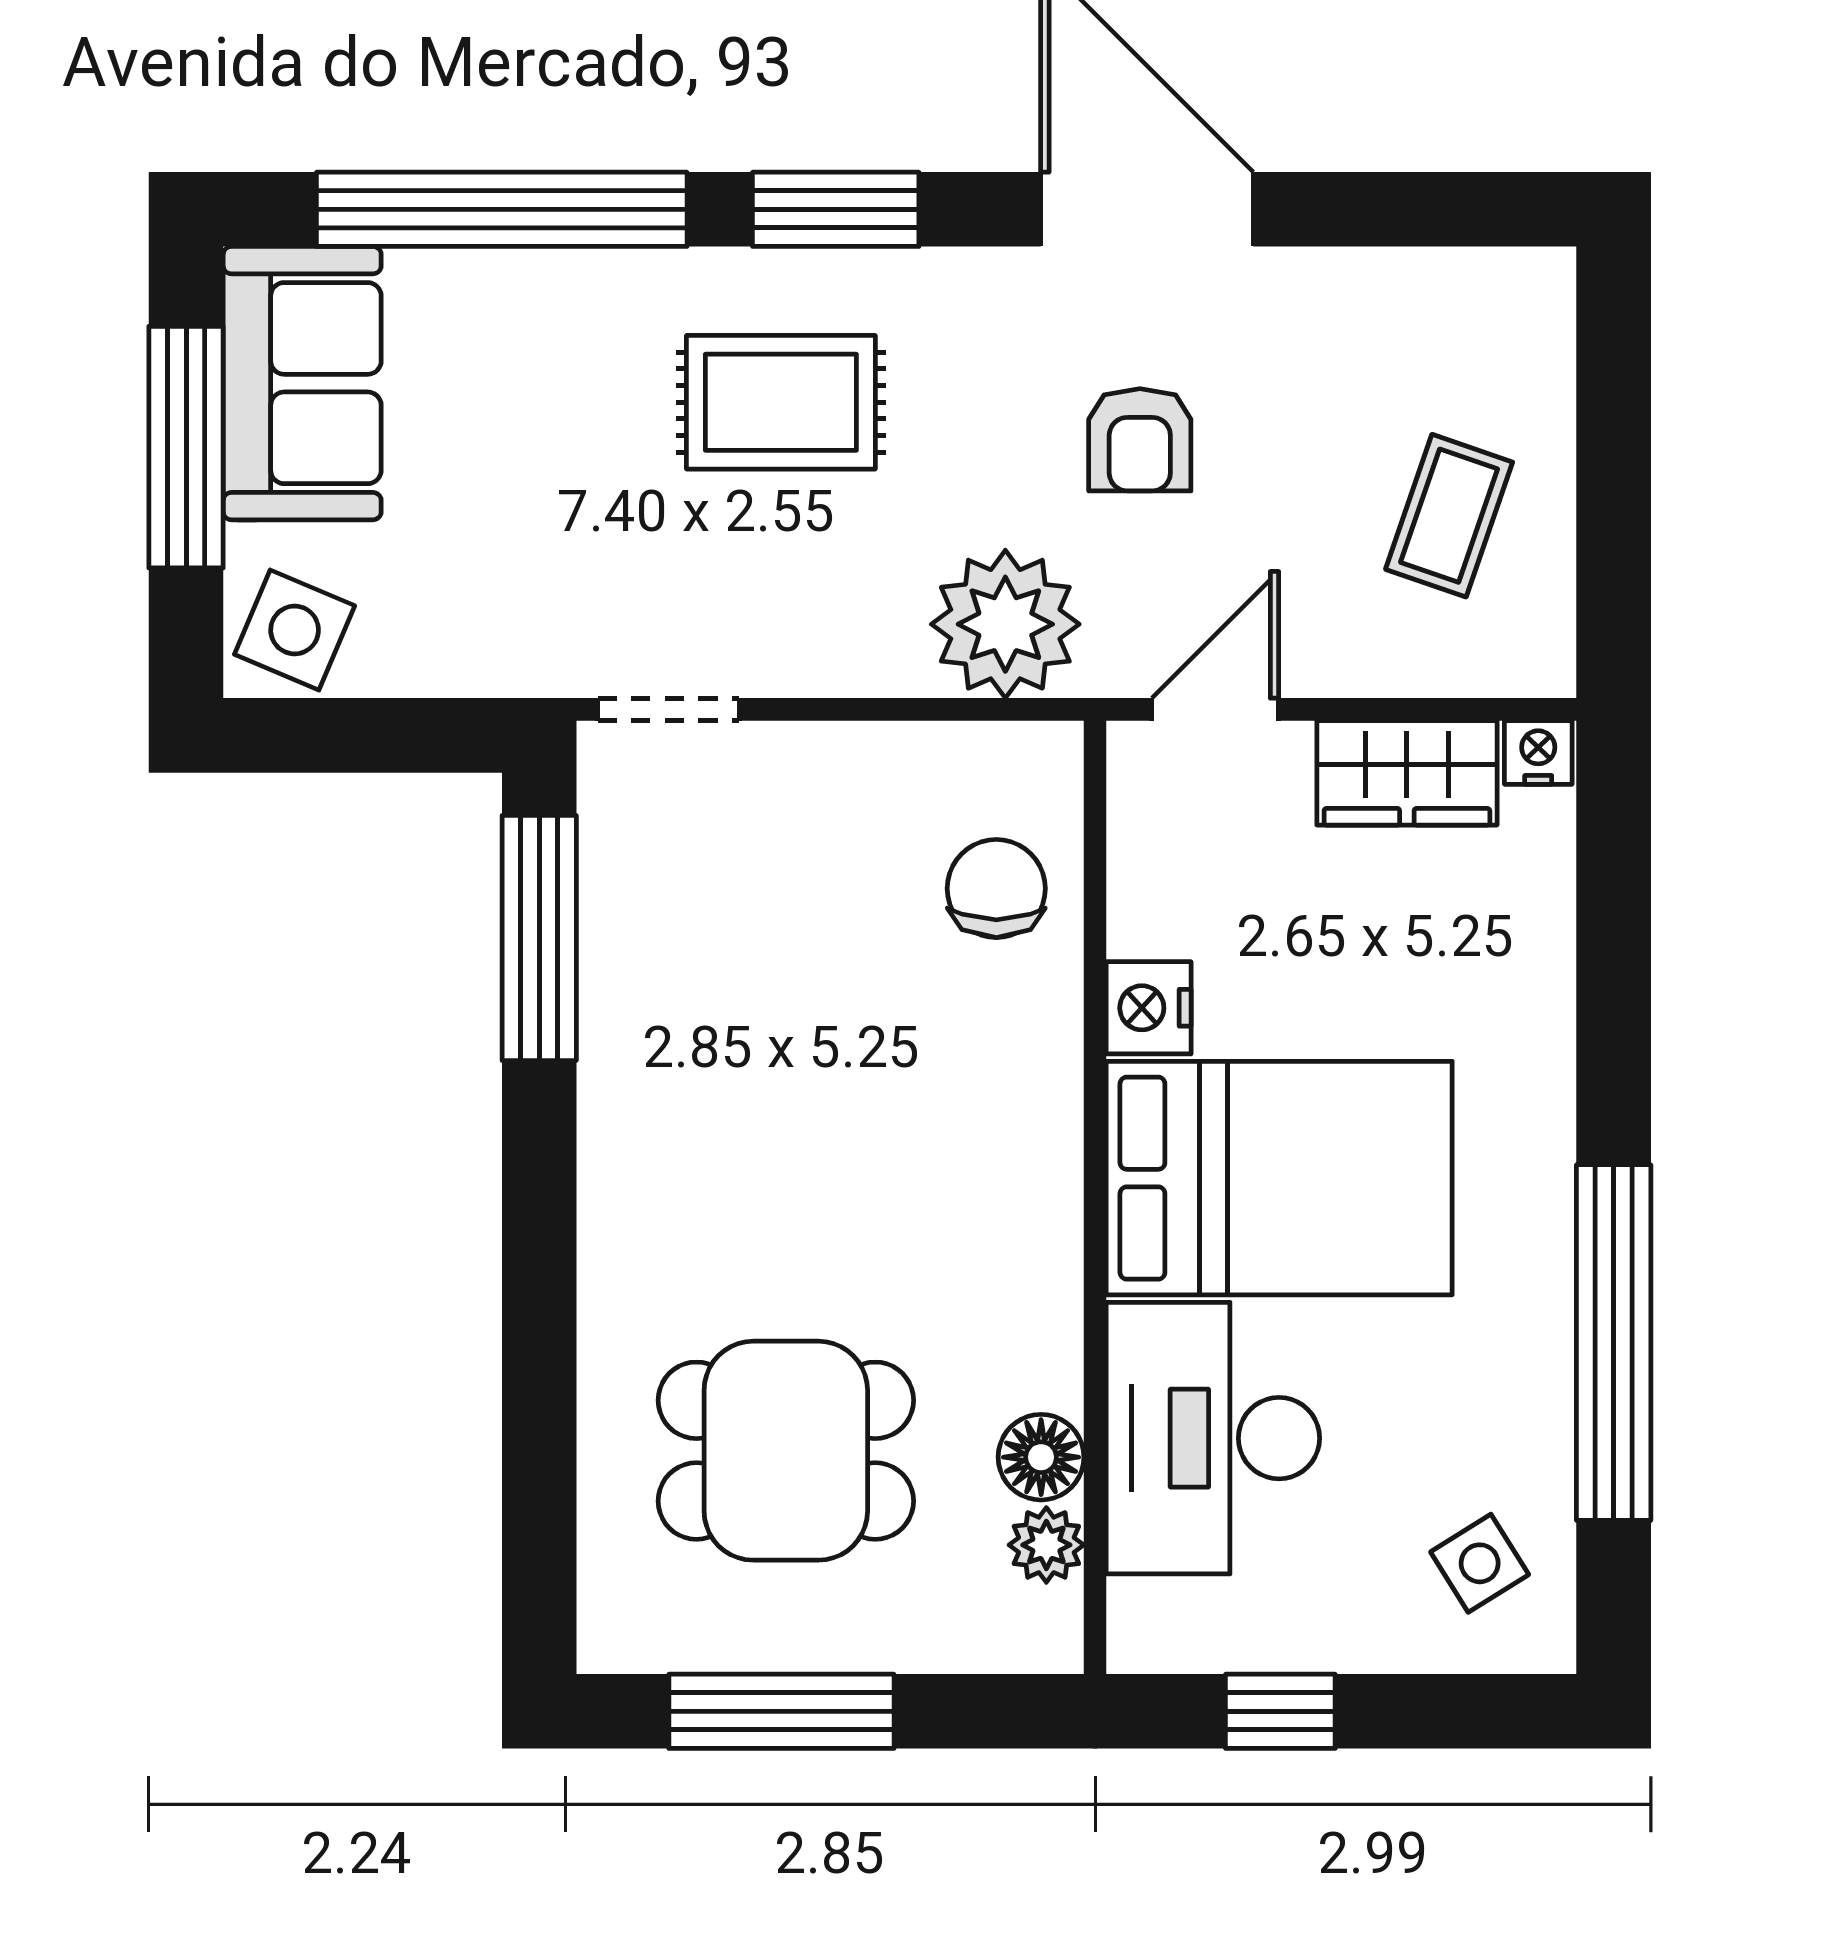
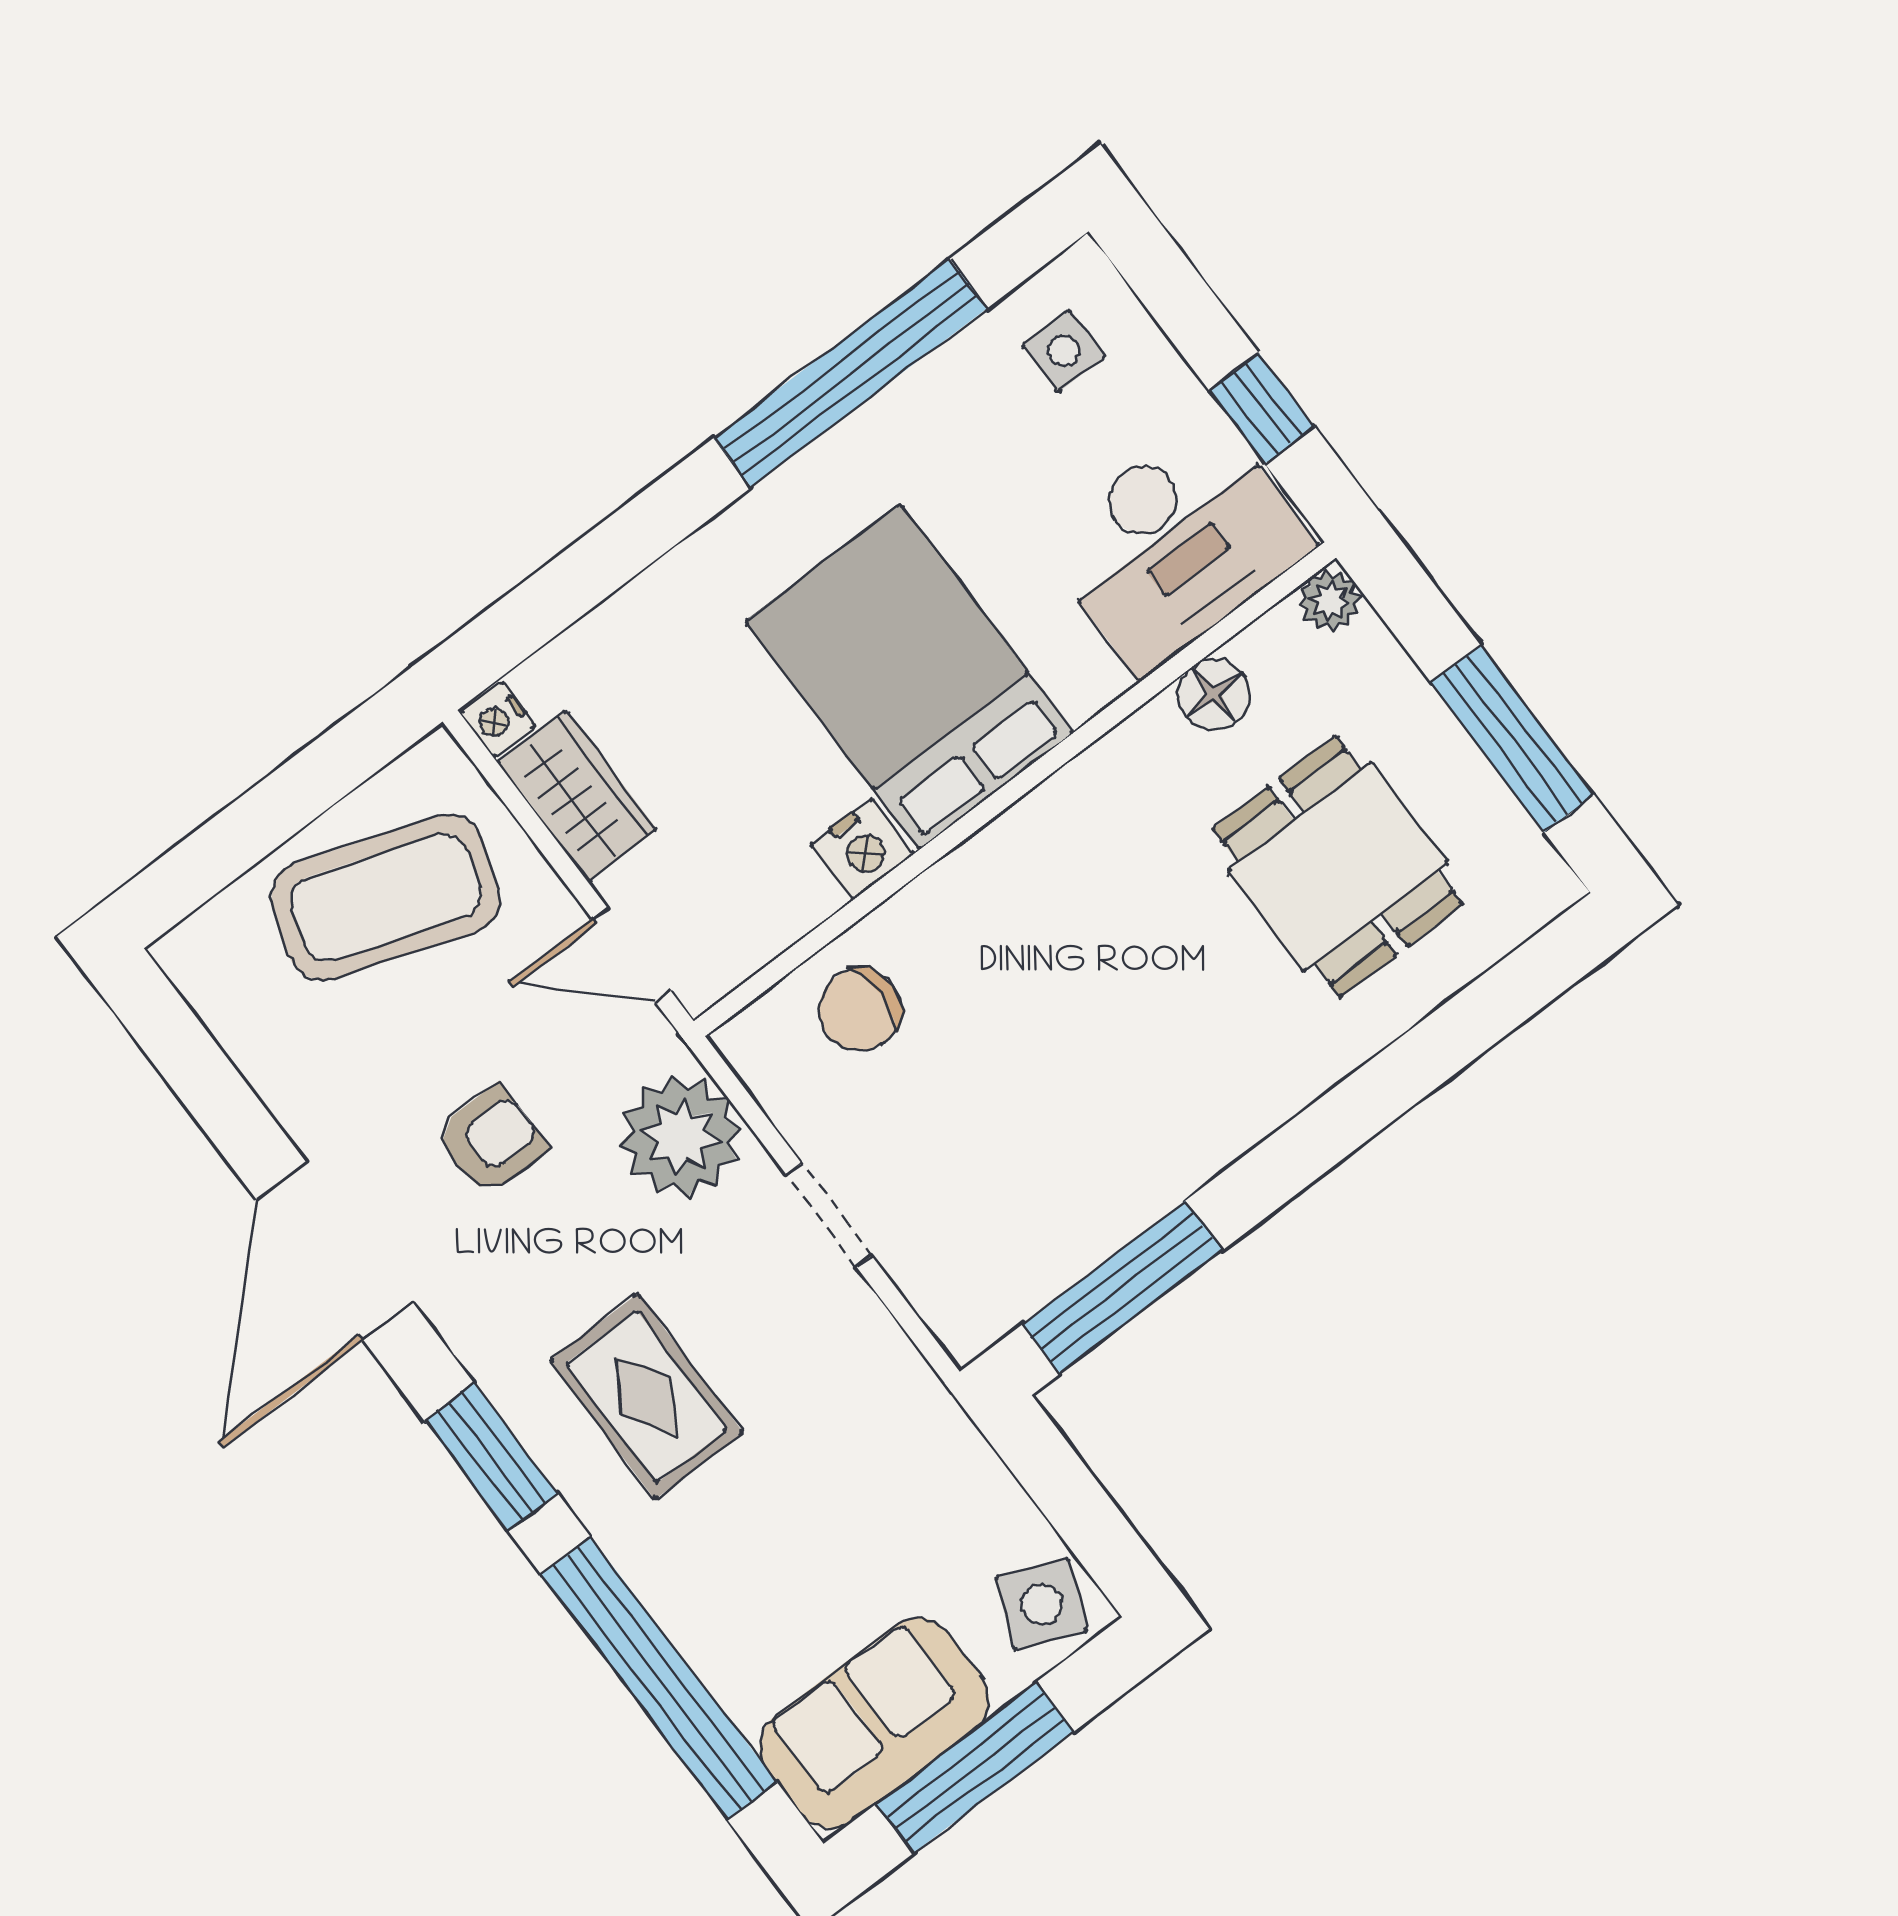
coffee table: (1449, 516) -> (386, 897), width x1.86, depth x1.72
doorway: (668, 709) -> (829, 1215), moved
desk: (1213, 1438) -> (1176, 544), moved
plant: (1046, 1545) -> (1330, 601), moved
side table: (1480, 1563) -> (1064, 351), turned 32

